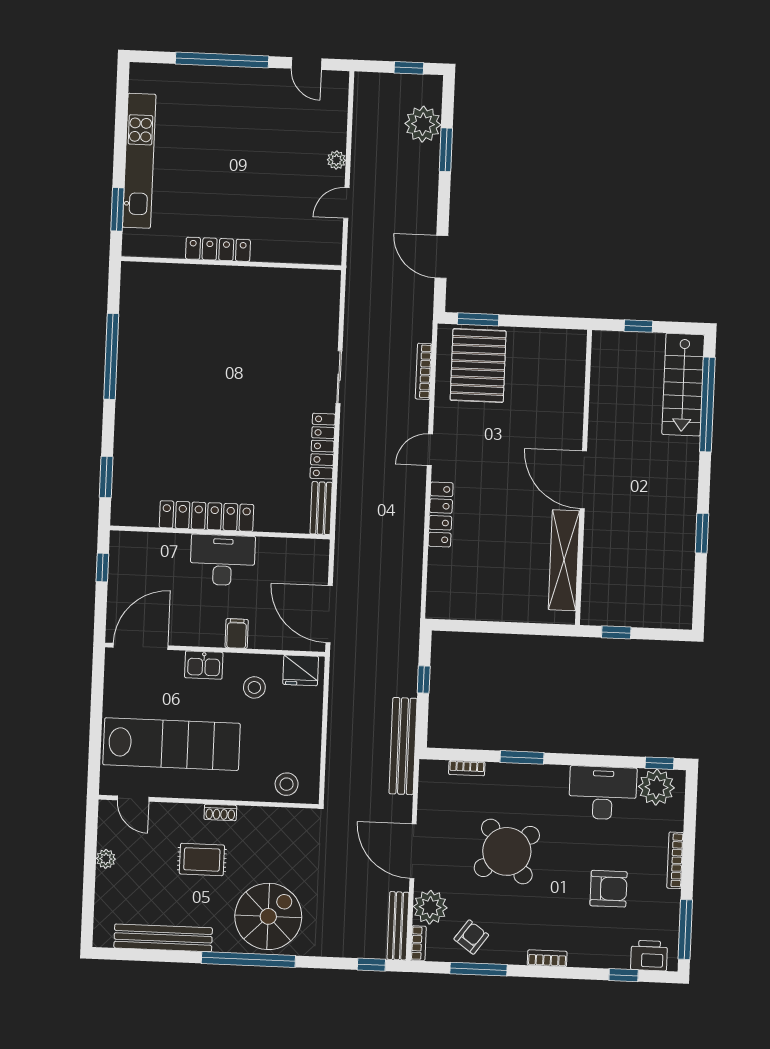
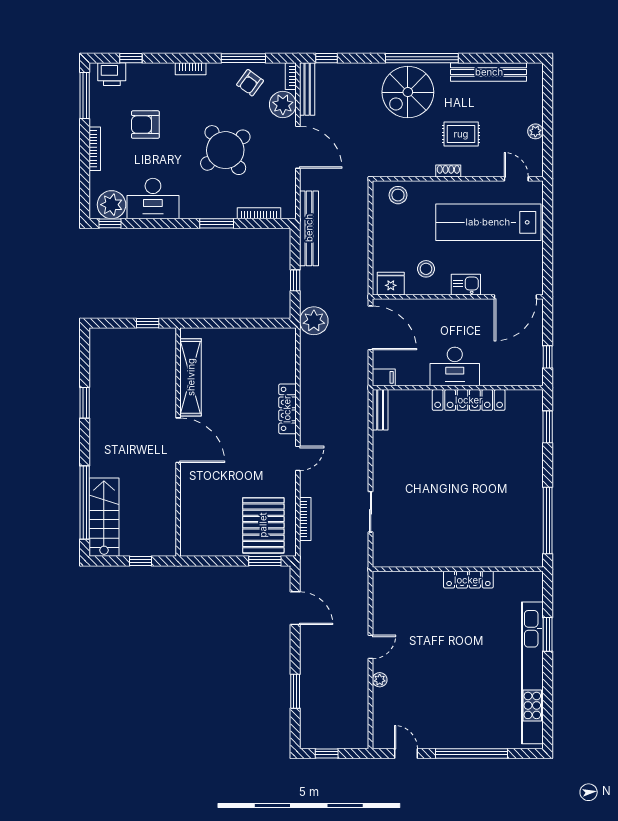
plant: (423, 124) -> (314, 321), moved
kitchen unit: (139, 161) -> (532, 673), width x1.36
locker: (218, 249) -> (468, 580), moved
wall: (231, 263) -> (458, 569), moved
locker: (323, 446) -> (381, 458), removed
filing cabinet: (237, 634) -> (384, 377), moved, turned -90
bookcase: (467, 768) -> (259, 213), width x1.56

